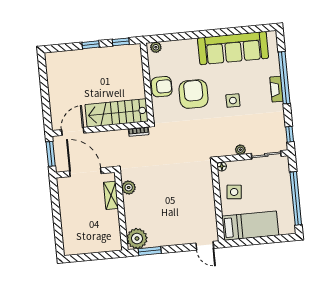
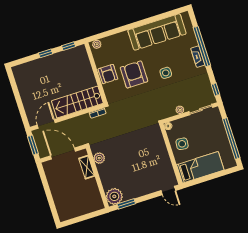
armchair: (162, 87) -> (108, 74), turned 90

